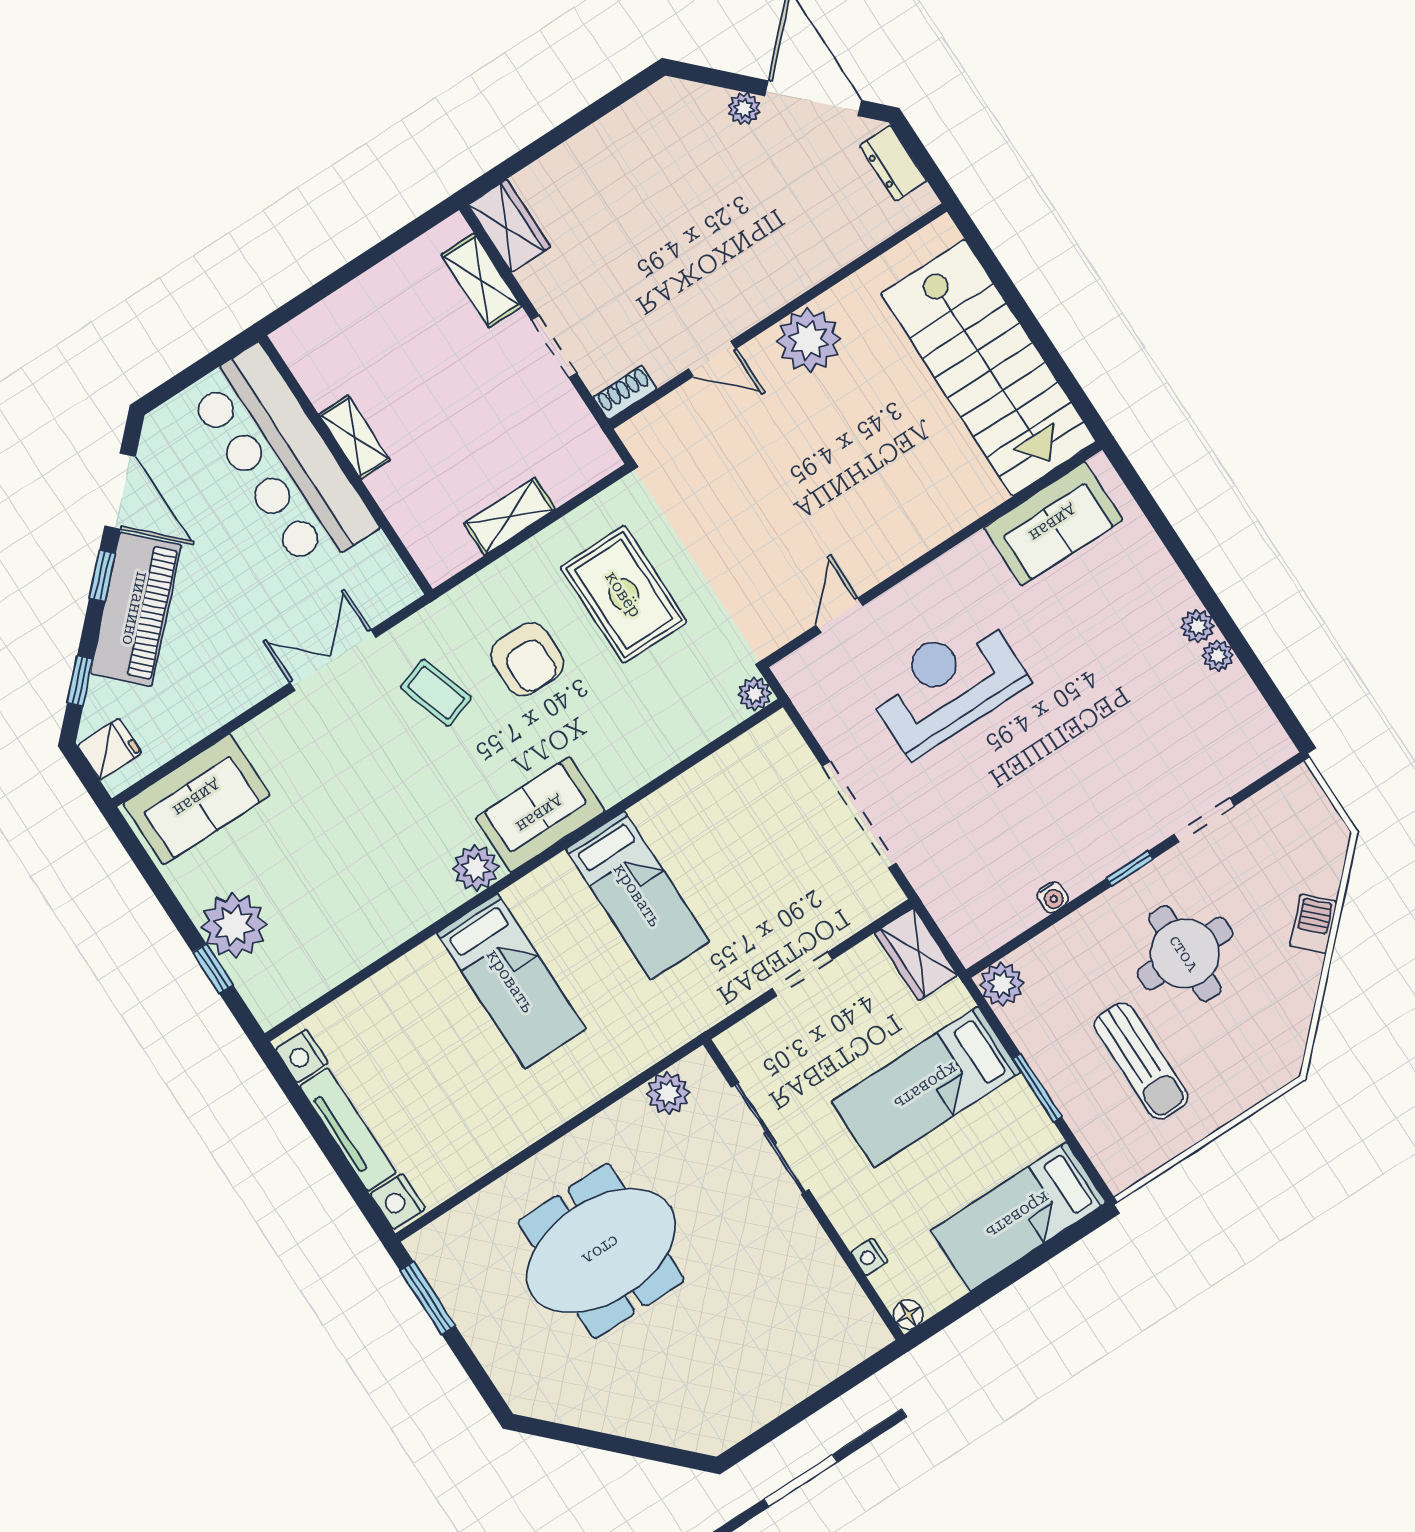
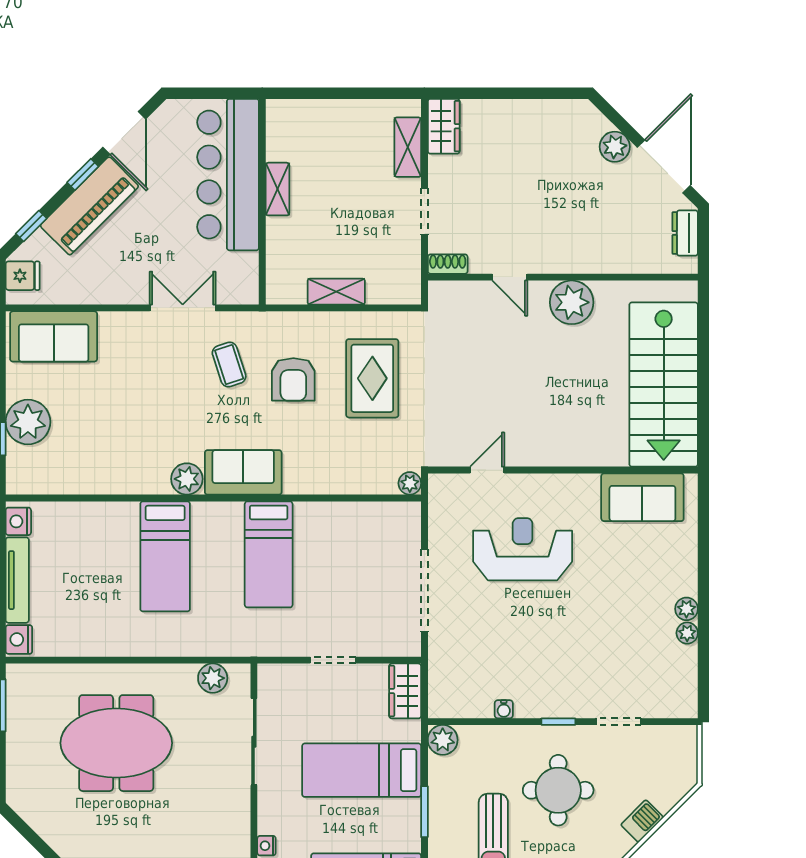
plant: (744, 109) -> (615, 147), width x1.38, depth x1.38

